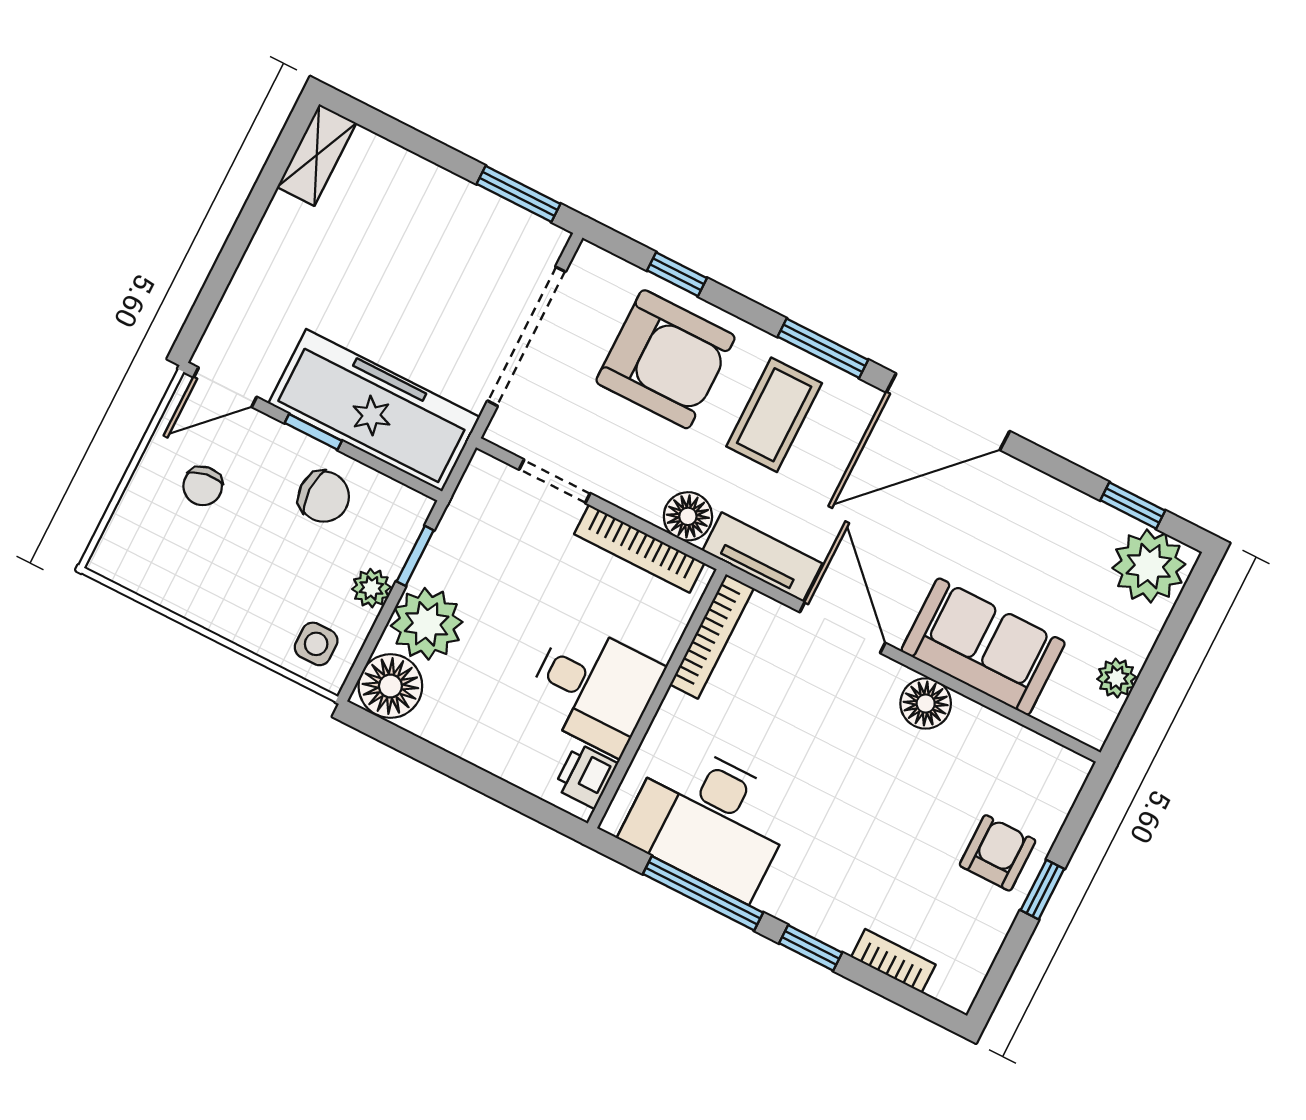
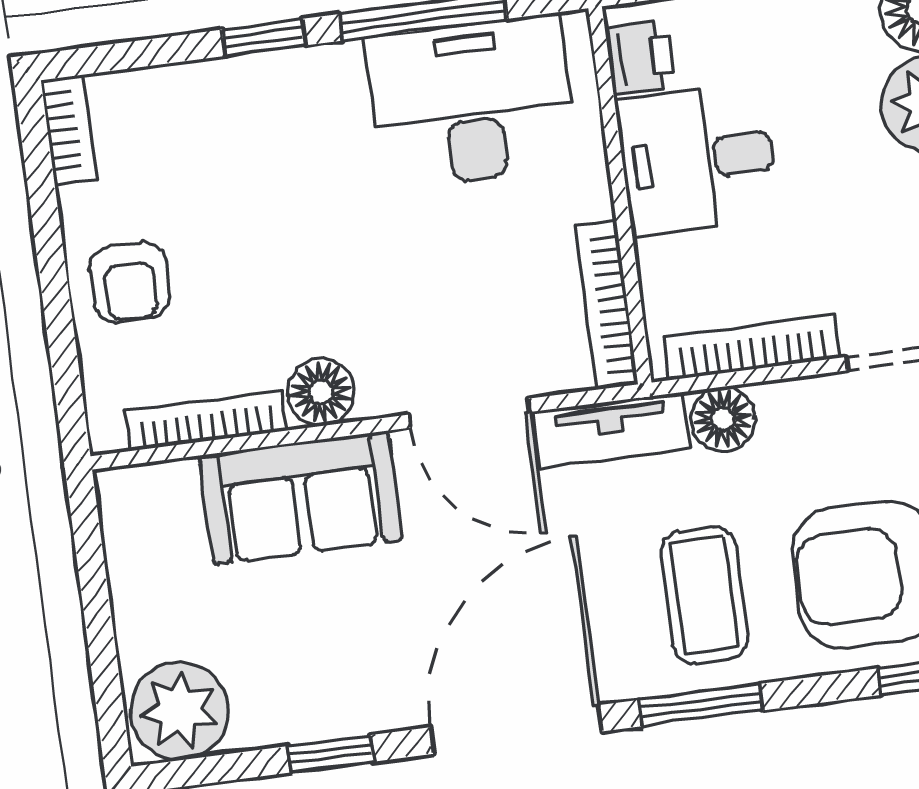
window: (1133, 505) -> (331, 754), moved
plant: (1117, 678) -> (131, 564), removed
bookcase: (1009, 735) -> (206, 421), added
window: (1042, 890) -> (53, 276), removed
bookcase: (893, 961) -> (68, 130), moved, turned -90

